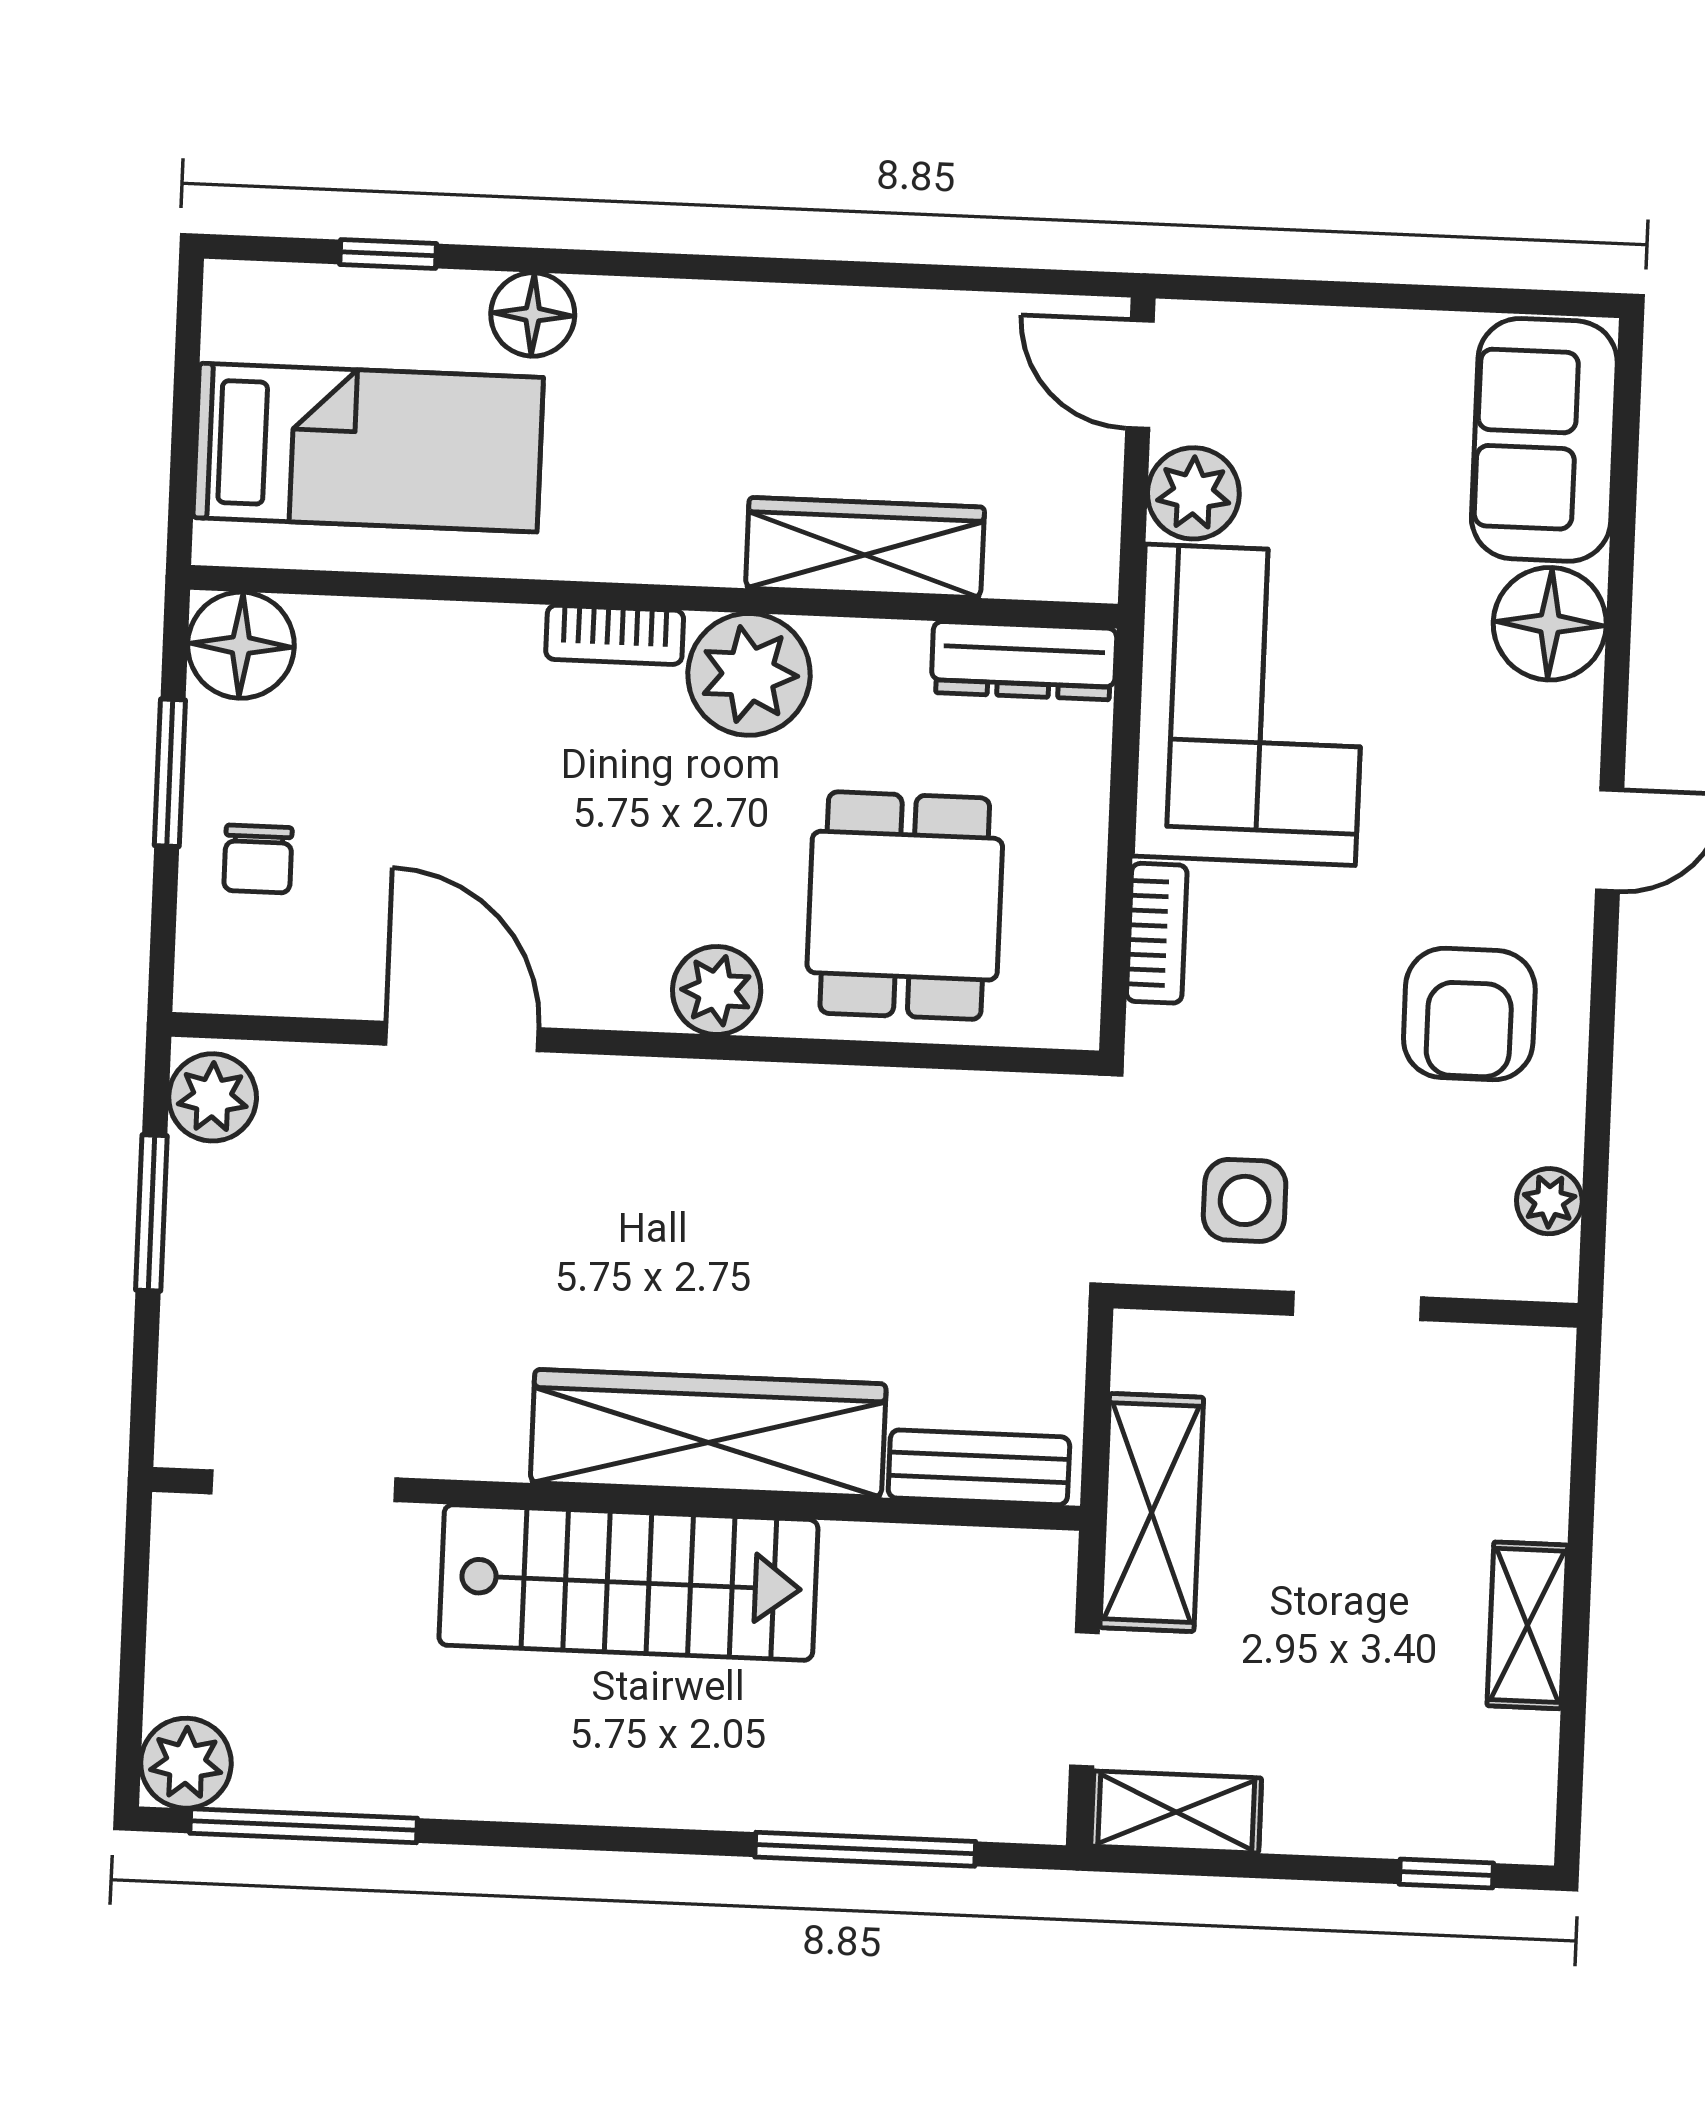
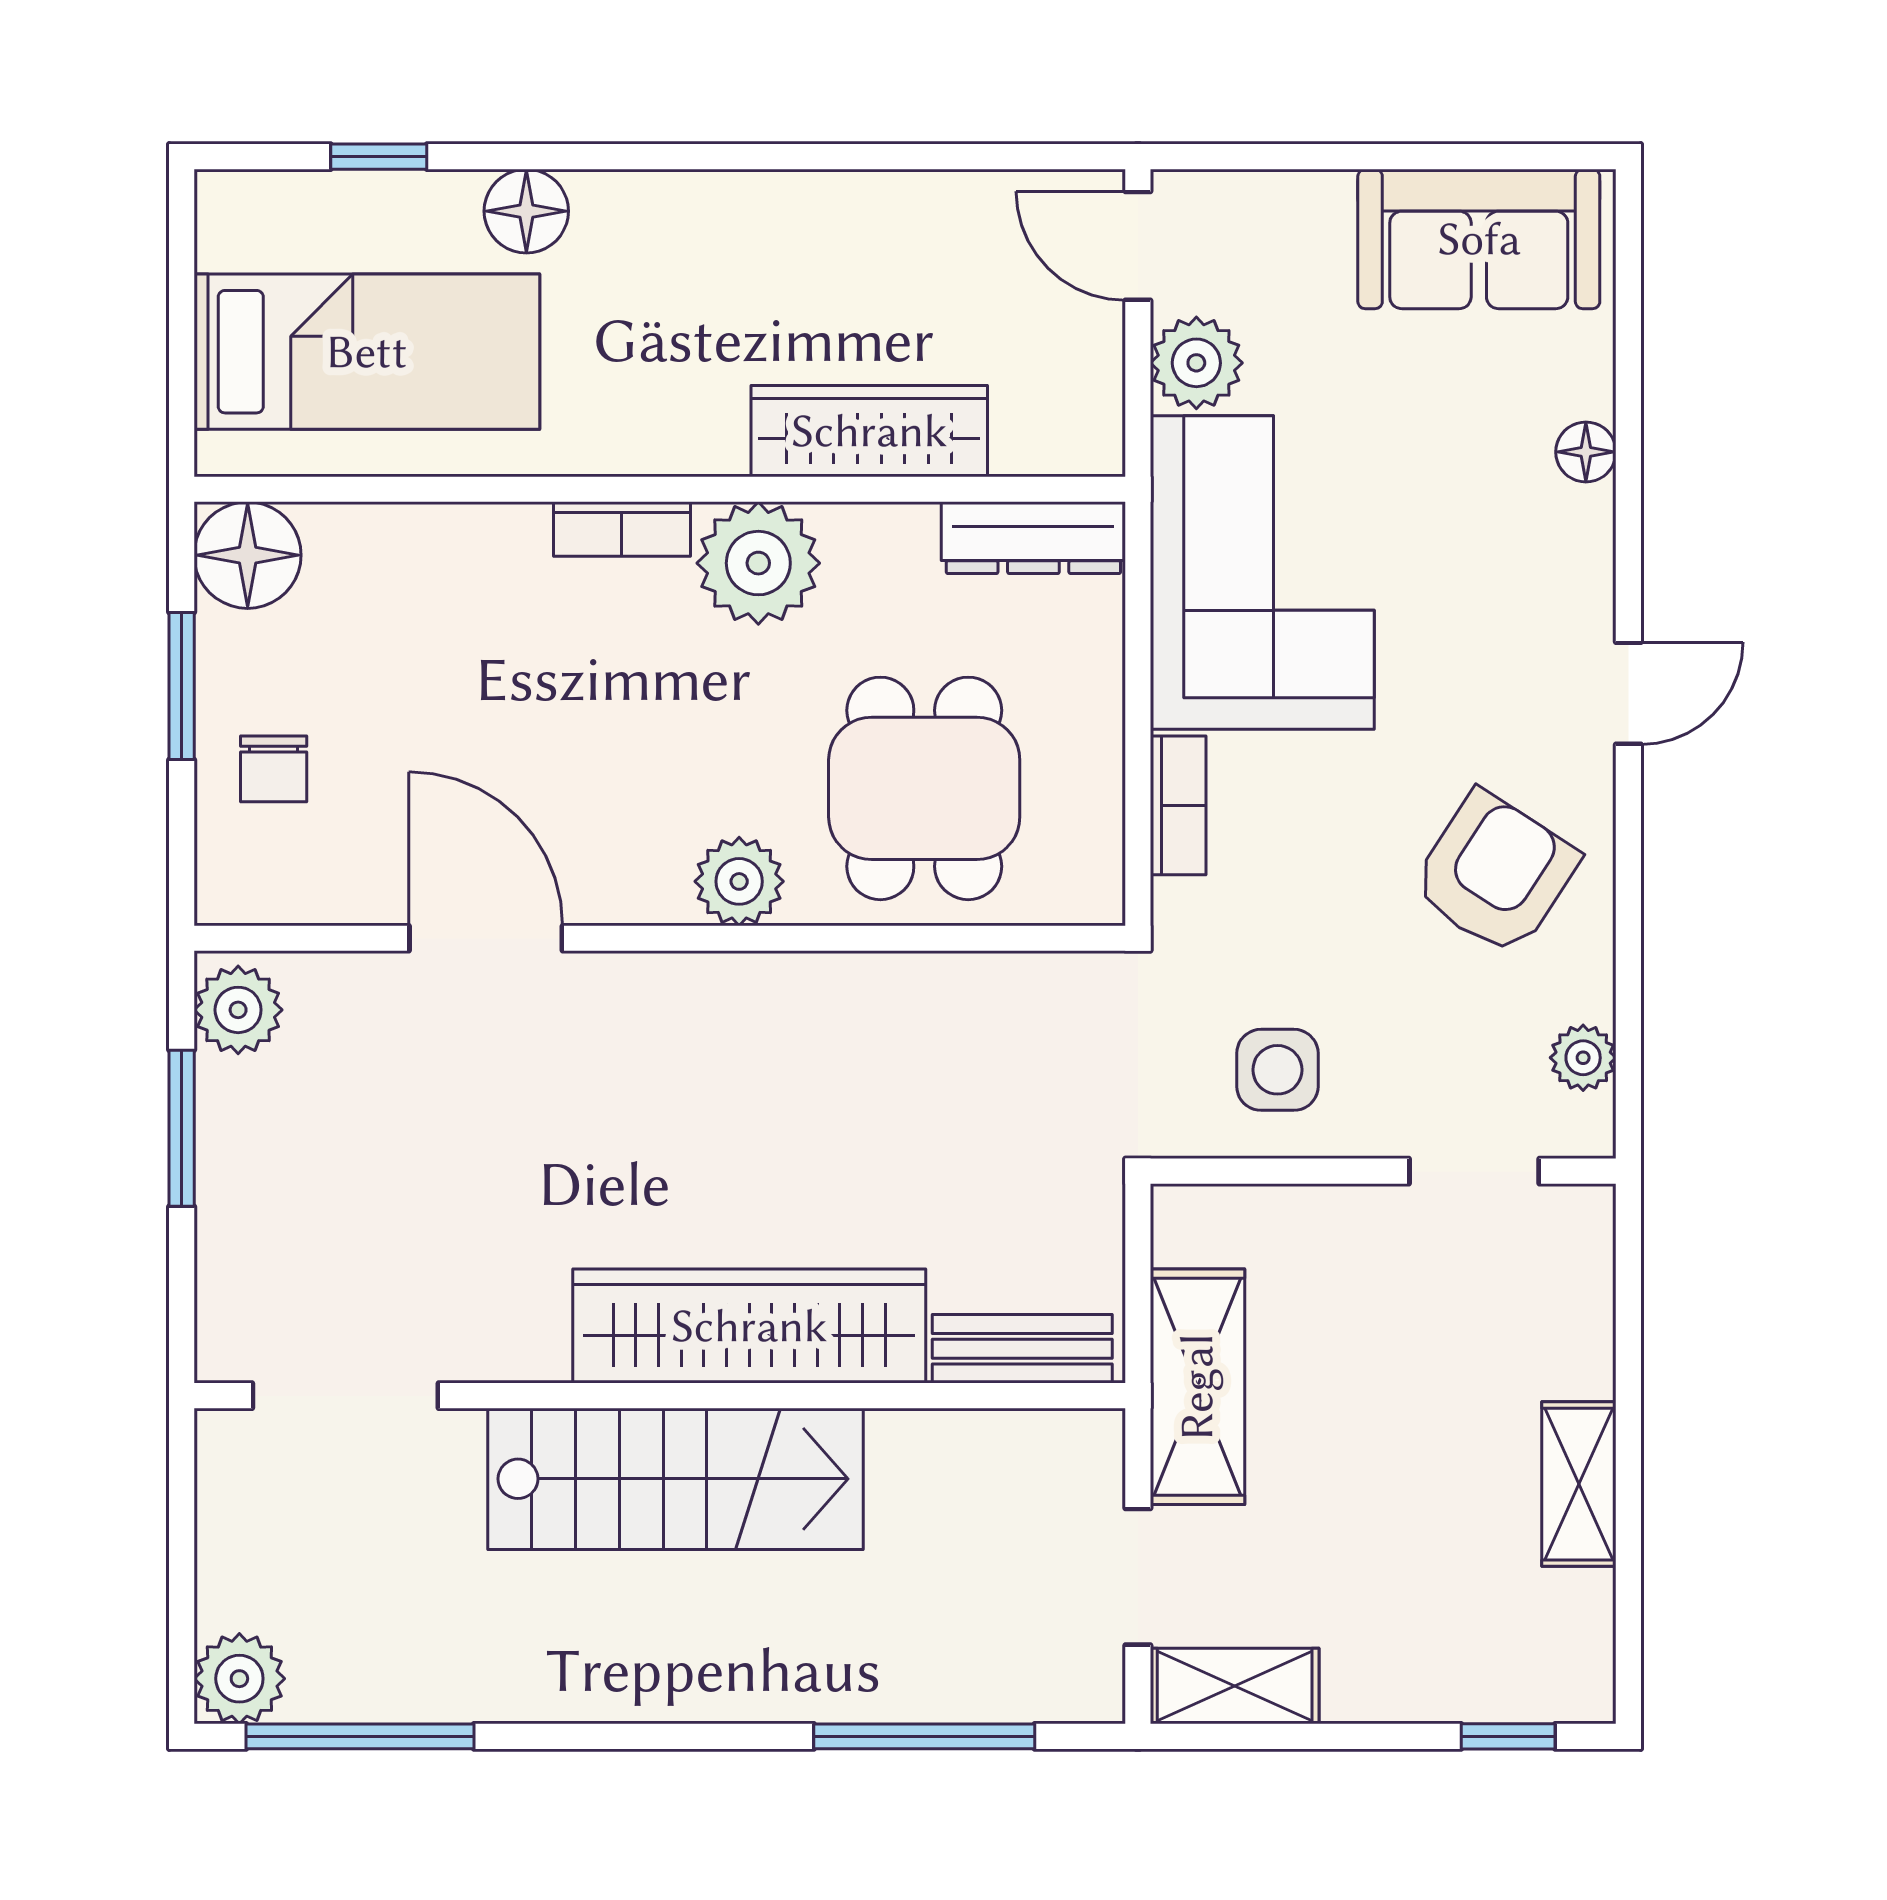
sofa: (1544, 440) -> (1479, 239), moved, turned -90
floor lamp: (1550, 624) -> (1586, 452), width x0.53, depth x0.53
armchair: (1469, 1014) -> (1495, 873), turned -147
doorway: (1357, 1306) -> (1474, 1171), moved

